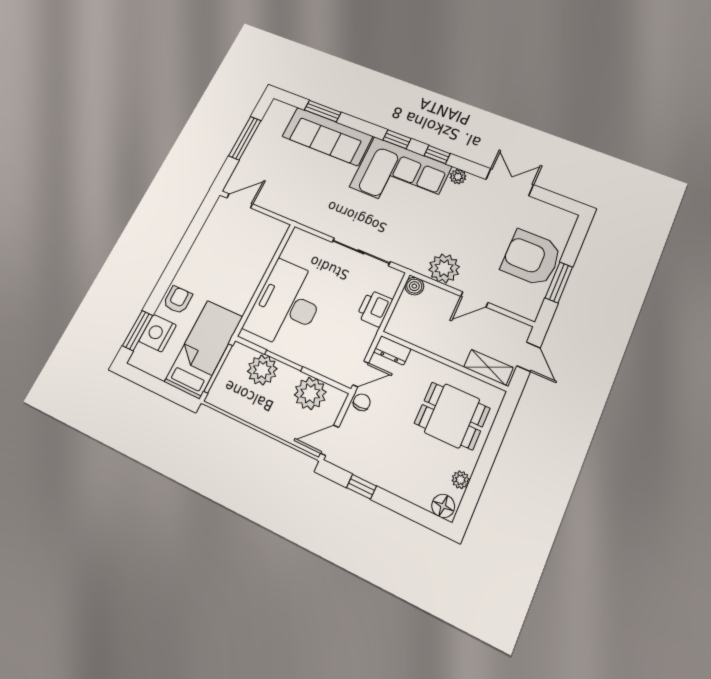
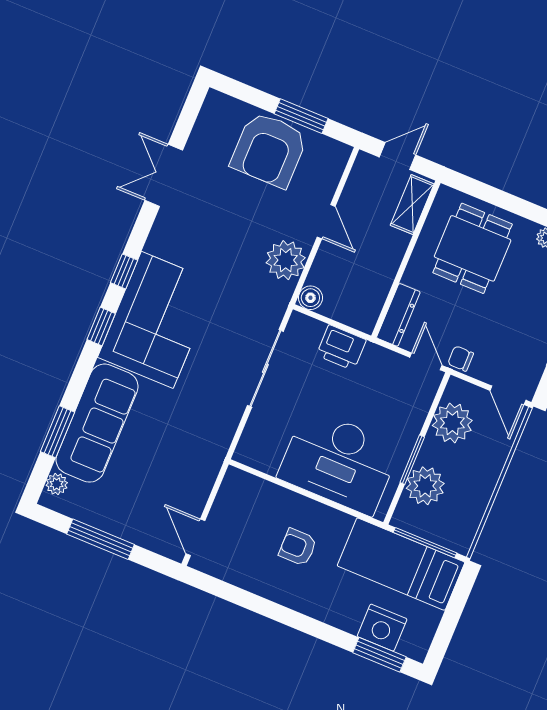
plant: (458, 177) -> (57, 484), moved
armchair: (178, 300) -> (298, 547), moved
dresser: (392, 350) -> (398, 315), width x1.44

